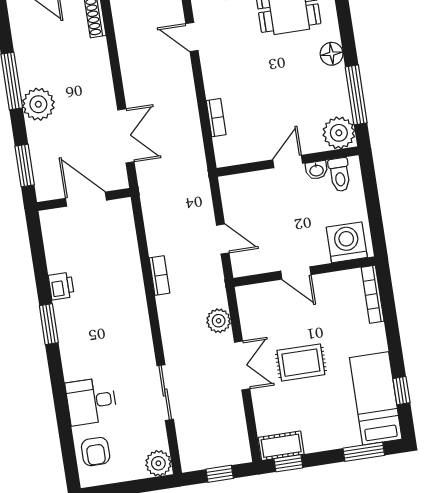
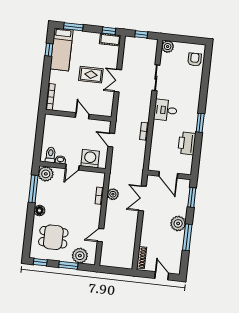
door: (192, 37) -> (101, 235), swing flipped
washing machine: (347, 242) -> (90, 159), moved, turned 180
printer: (61, 286) -> (187, 143), width x1.87, depth x1.48
plant: (219, 321) -> (113, 194), moved
desk: (91, 401) -> (165, 110), moved, turned 180

